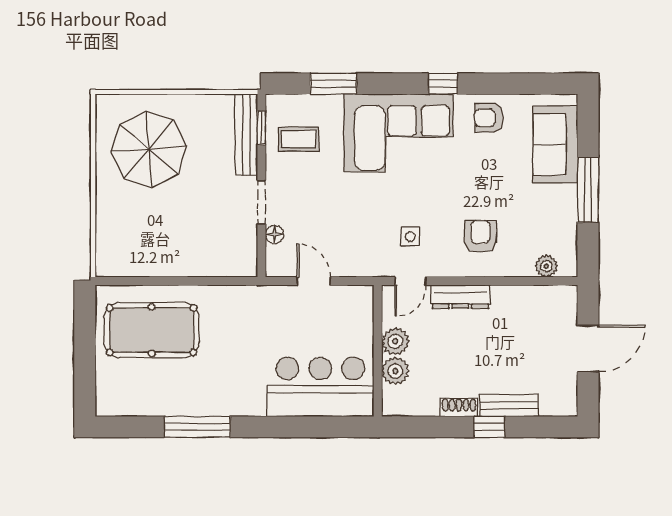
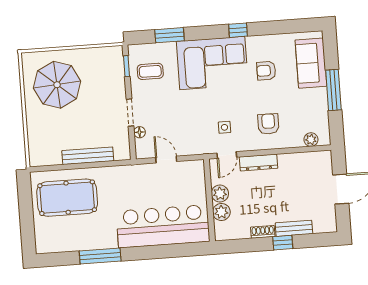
armchair: (489, 118) -> (266, 71), moved
bench: (246, 135) -> (88, 156), moved, turned 90
bar counter: (320, 387) -> (163, 226), width x1.36

